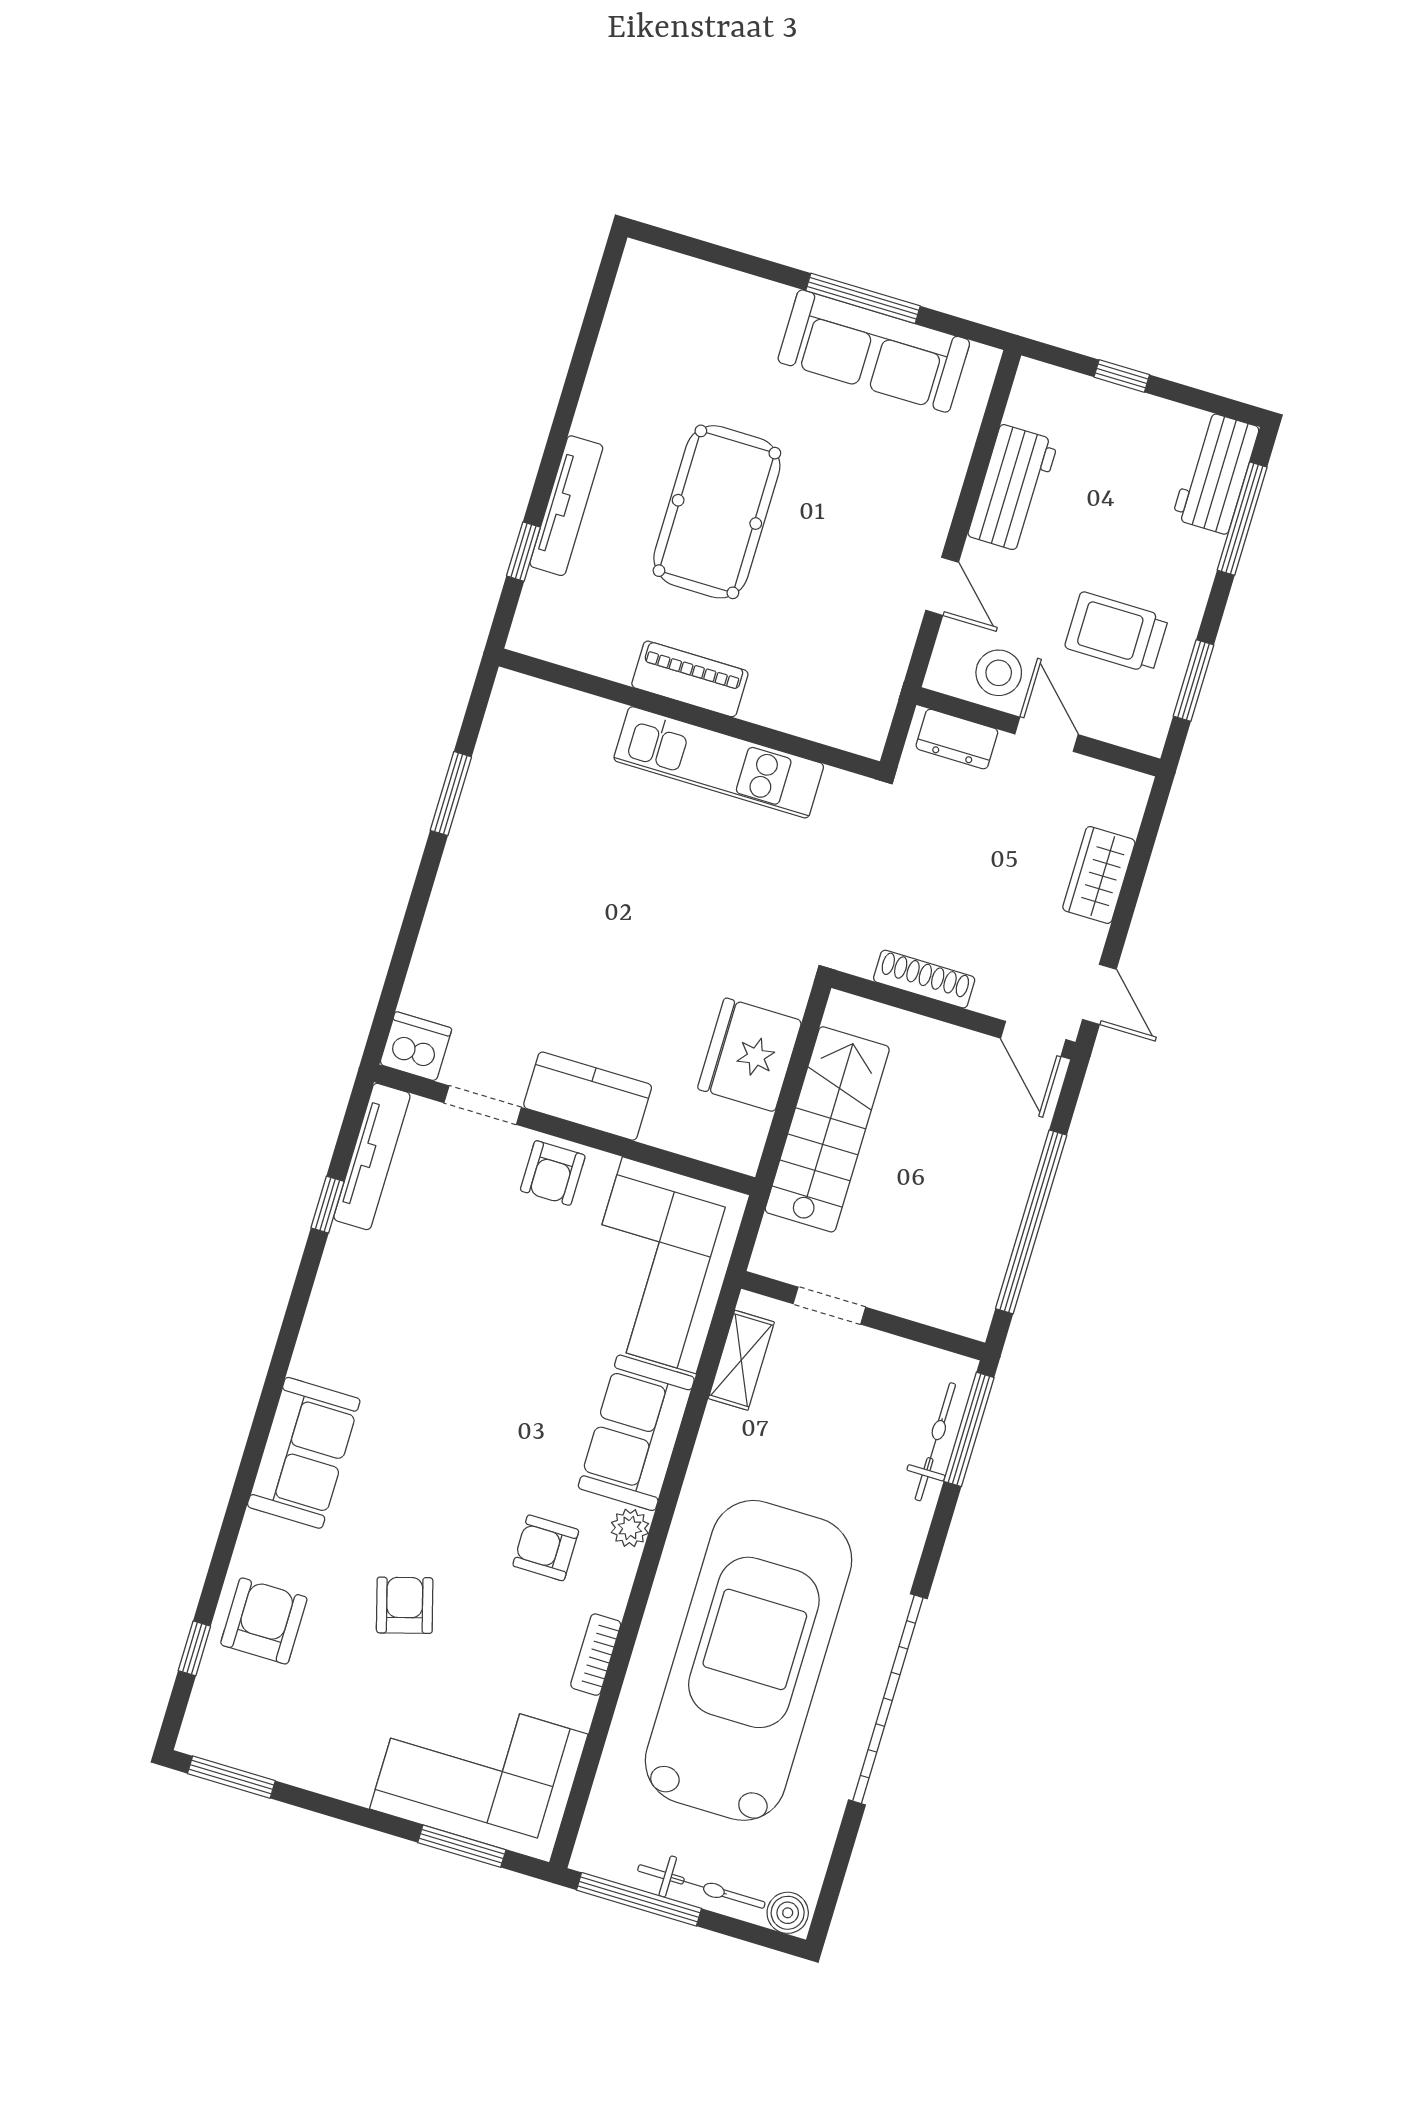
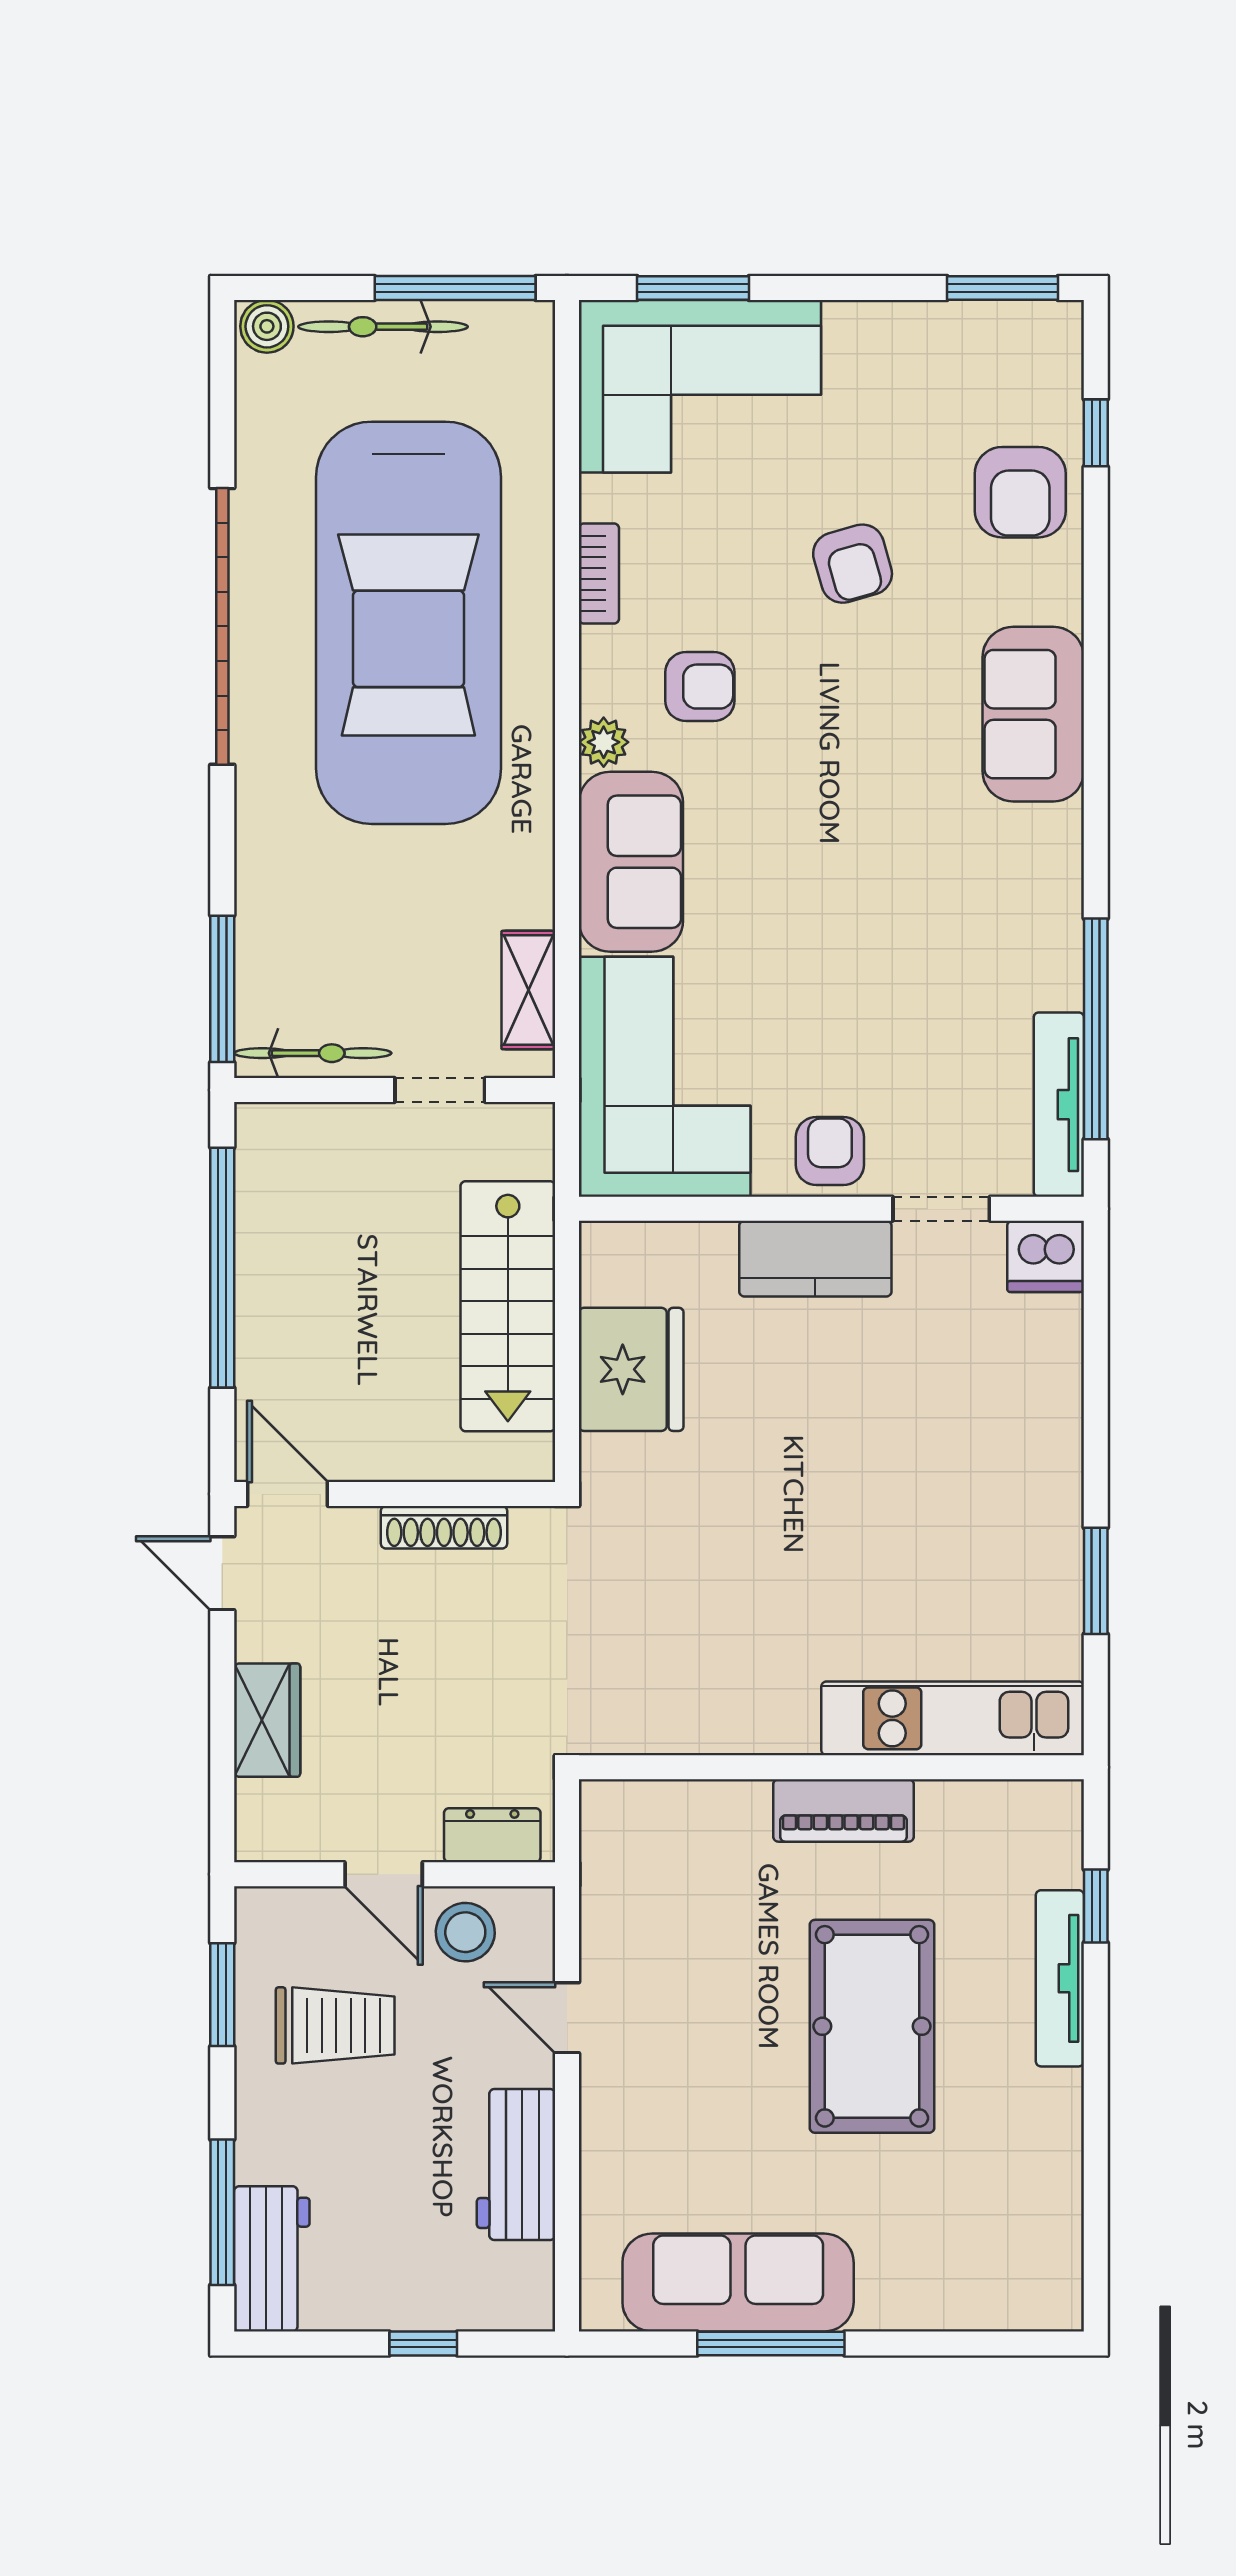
kitchen unit: (719, 762) -> (953, 1718), moved
window: (328, 1205) -> (1096, 1029), width x3.17
bicycle: (935, 1442) -> (313, 1053), moved, turned -90

